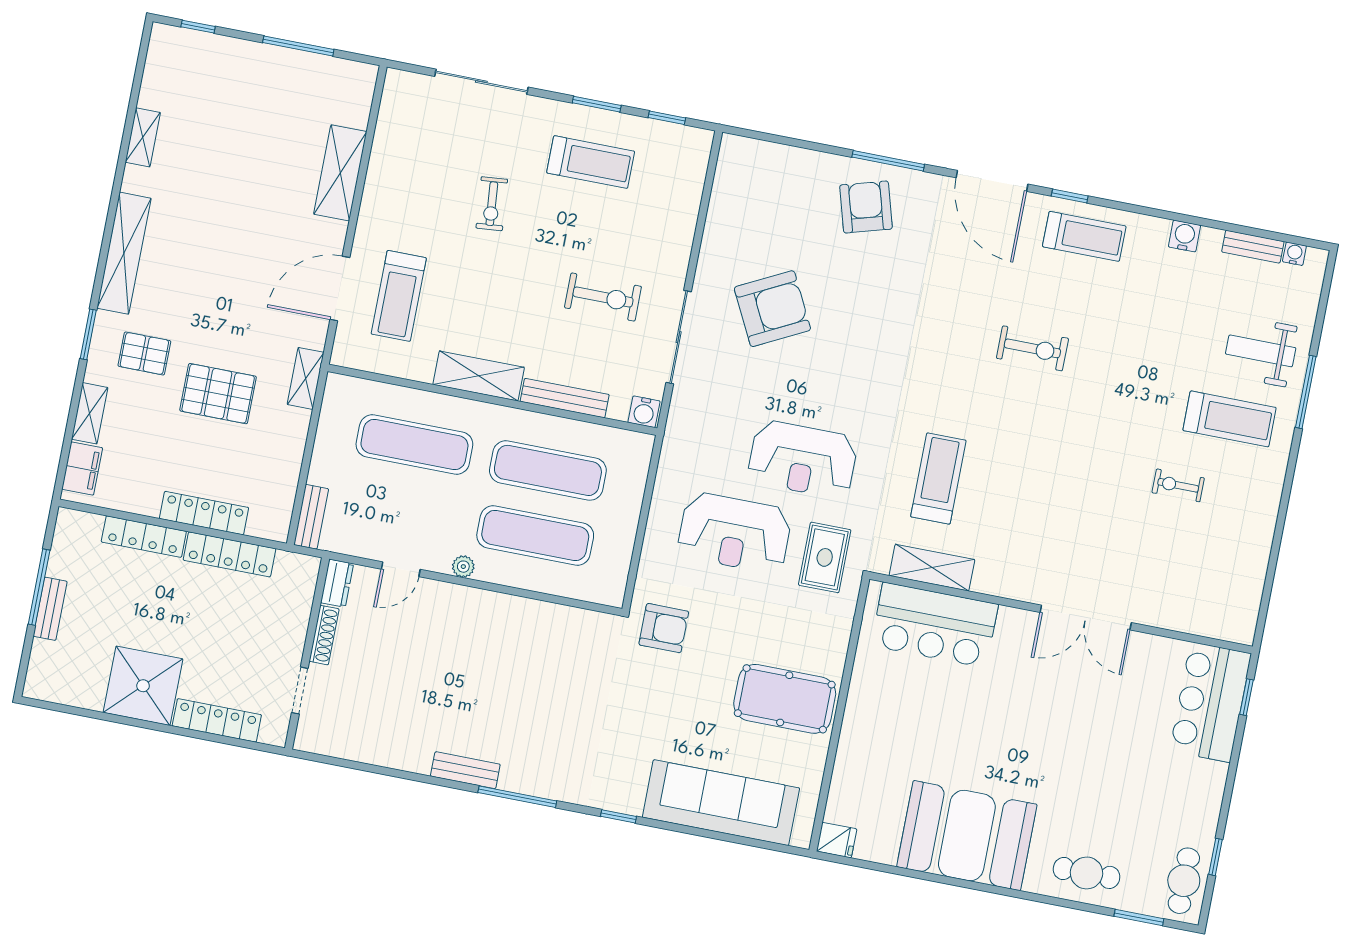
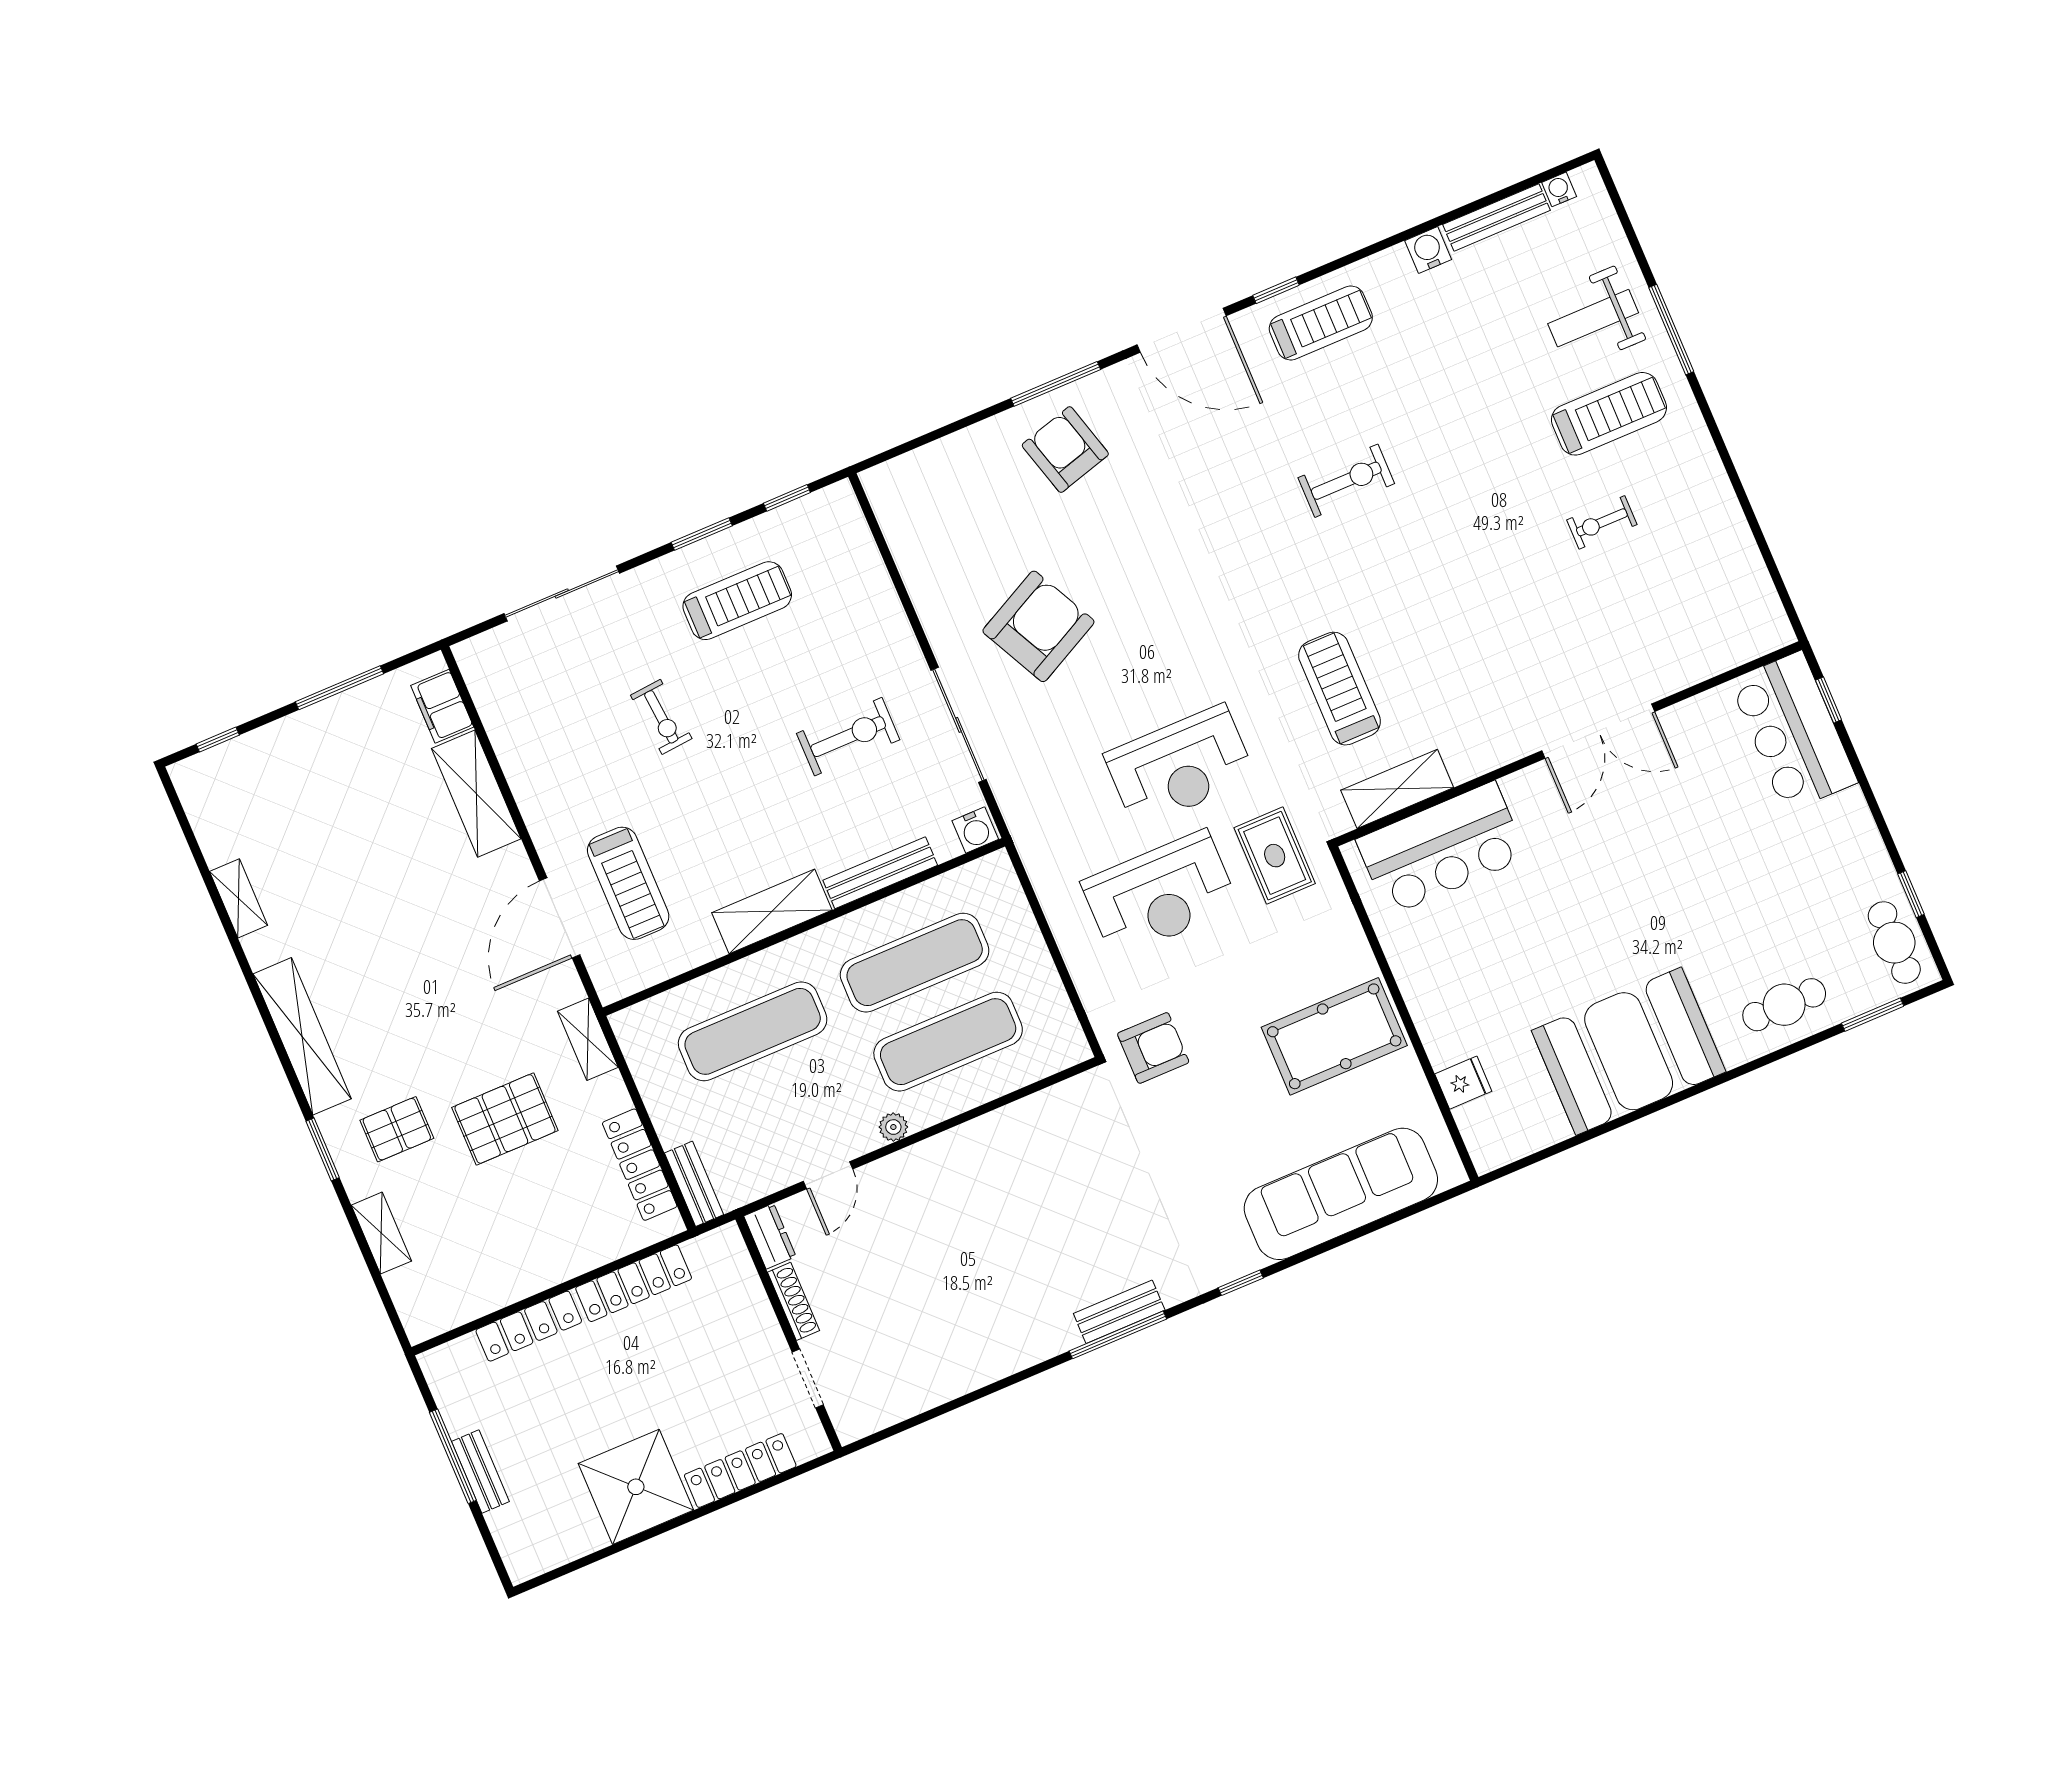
bench: (1253, 247) -> (1496, 217), width x1.36
filing cabinet: (82, 468) -> (442, 706), moved, turned 180
locker: (204, 513) -> (640, 1165), moved, turned -90
bench: (465, 770) -> (1119, 1312), moved
fridge: (837, 840) -> (1463, 1083), moved

